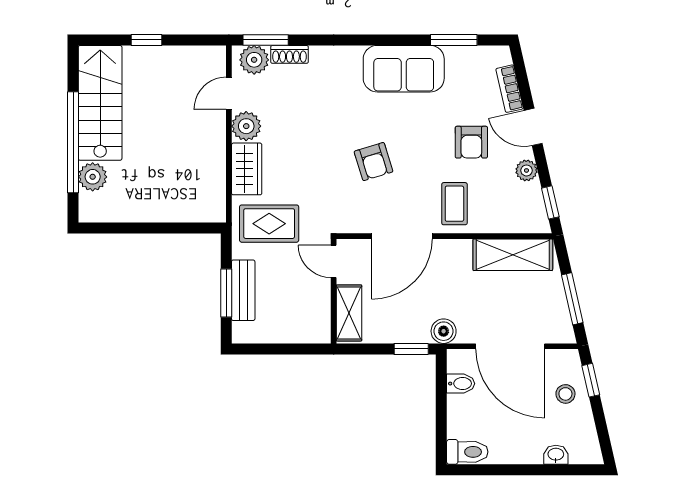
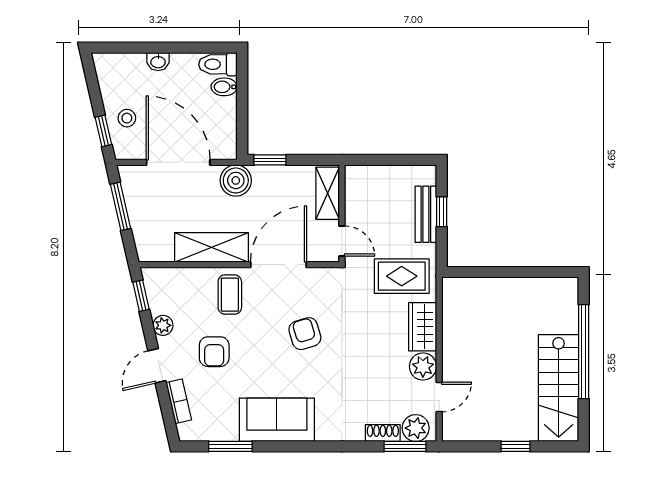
door: (533, 127) -> (157, 366), swing flipped
armchair: (471, 142) -> (214, 352), turned 180
plant: (93, 177) -> (565, 320), removed
shelving: (513, 255) -> (211, 247), moved
window: (226, 293) -> (442, 212), width x0.67
boiler: (444, 331) -> (236, 180), width x1.36, depth x1.36
bidet: (461, 384) -> (224, 87), moved
washbasin: (556, 455) -> (158, 62), moved

